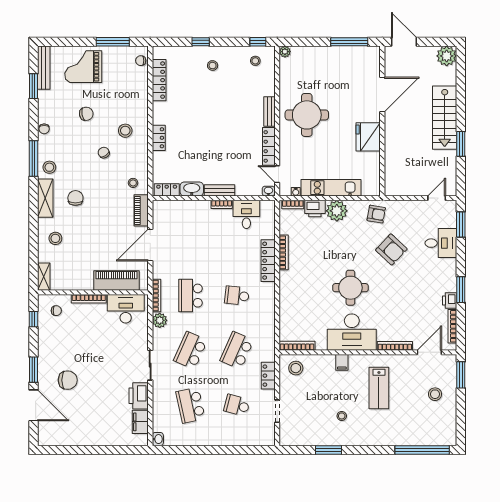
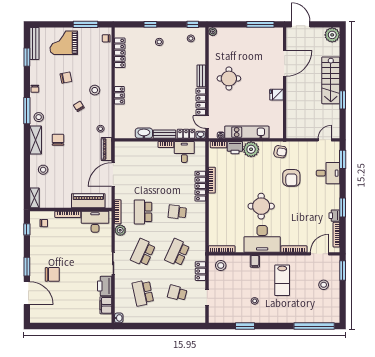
round table: (307, 115) -> (229, 78), width x0.73, depth x0.73
fridge: (368, 137) -> (277, 95), width x0.53, depth x0.75
locker: (167, 190) -> (186, 134), moved
armchair: (391, 249) -> (291, 178), turned 47

